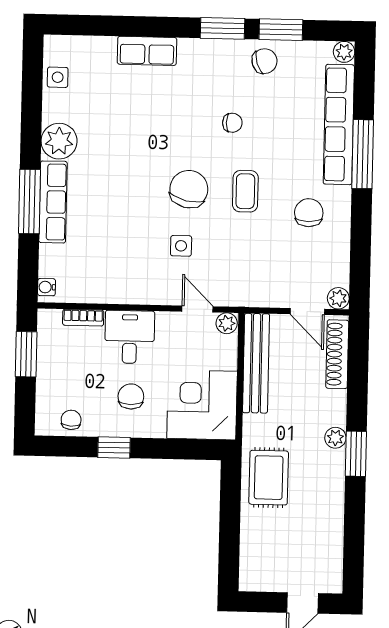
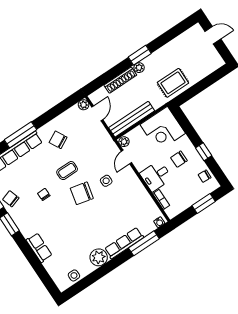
window: (30, 202) -> (144, 243), moved
chair: (309, 213) -> (58, 140), turned 62
window: (26, 354) -> (204, 203), moved
shoe rack: (337, 354) -> (120, 80), moved

